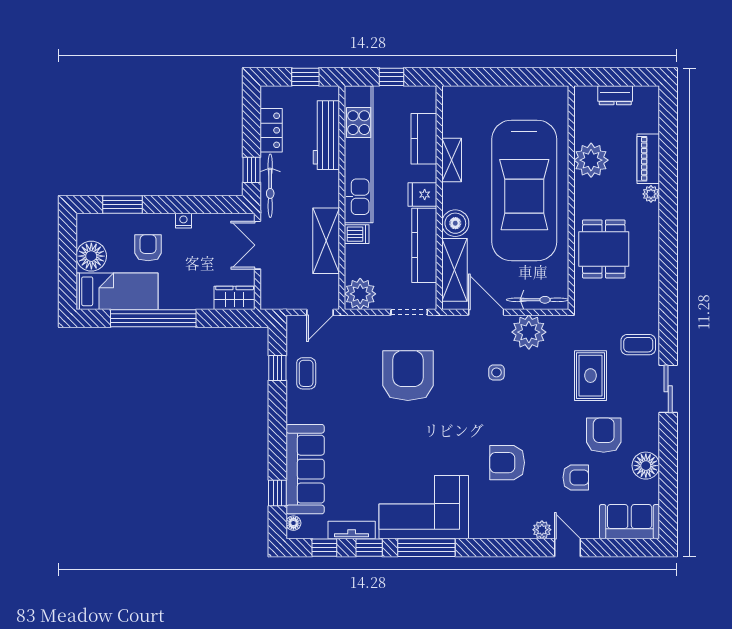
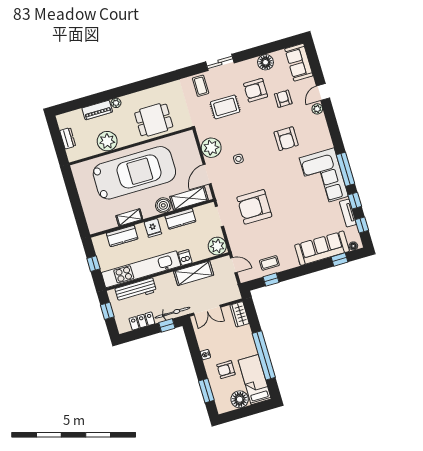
kitchen counter: (424, 245) -> (180, 219), width x0.67
bicycle: (538, 300) -> (192, 148), removed

